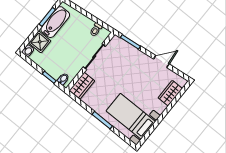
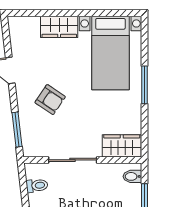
armchair: (132, 69) -> (50, 100), added
wardrobe: (170, 93) -> (59, 27), moved

